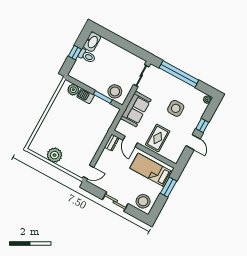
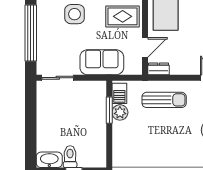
plant: (73, 90) -> (120, 112), moved
stool: (115, 91) -> (94, 99), removed
barbecue: (86, 96) -> (119, 93), moved
sun lounger: (90, 135) -> (164, 100), added

